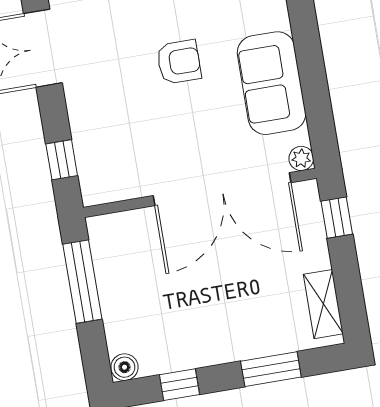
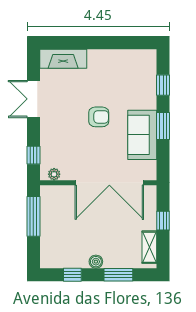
window: (310, 58) -> (163, 126), added
plant: (301, 158) -> (54, 174), moved
window: (337, 218) -> (163, 221), moved
boiler: (125, 367) -> (96, 262), moved

